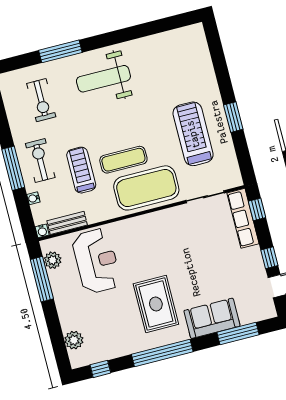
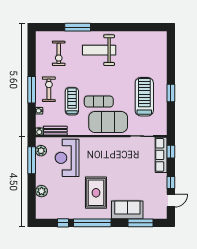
reception desk: (96, 261) -> (67, 158), turned 180
plant: (74, 340) -> (42, 191), moved
window: (100, 369) -> (63, 223), moved

